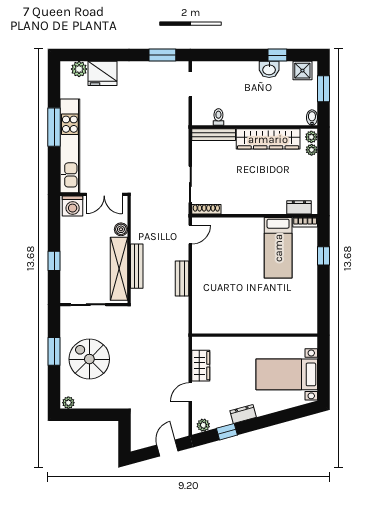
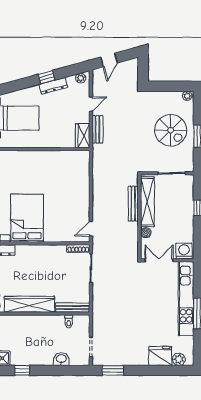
washbasin: (269, 69) -> (61, 359), moved
bed: (278, 248) -> (27, 218), width x1.50
bench: (182, 279) -> (97, 129), moved
wardrobe: (201, 366) -> (83, 136), moved
dresser: (243, 414) -> (53, 86), width x1.44
window: (227, 432) -> (46, 77), moved

